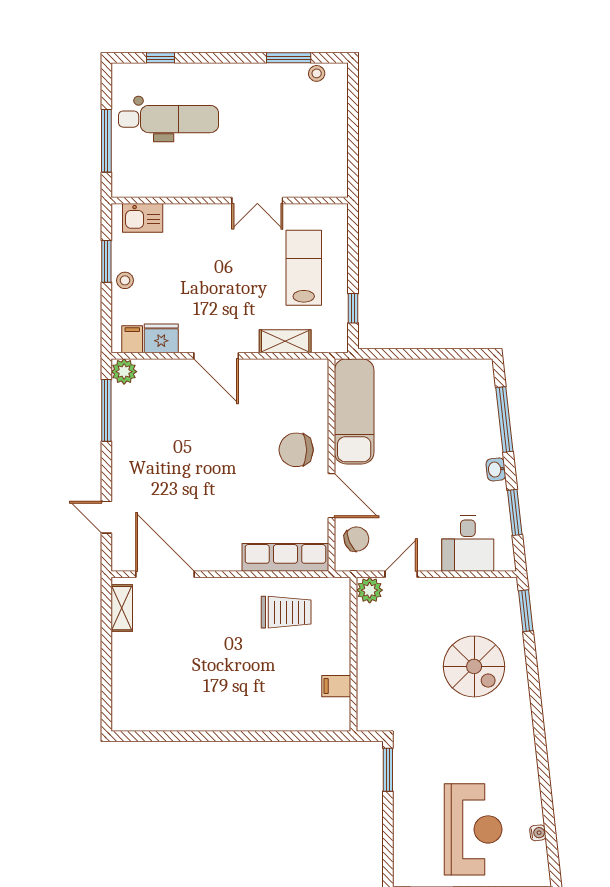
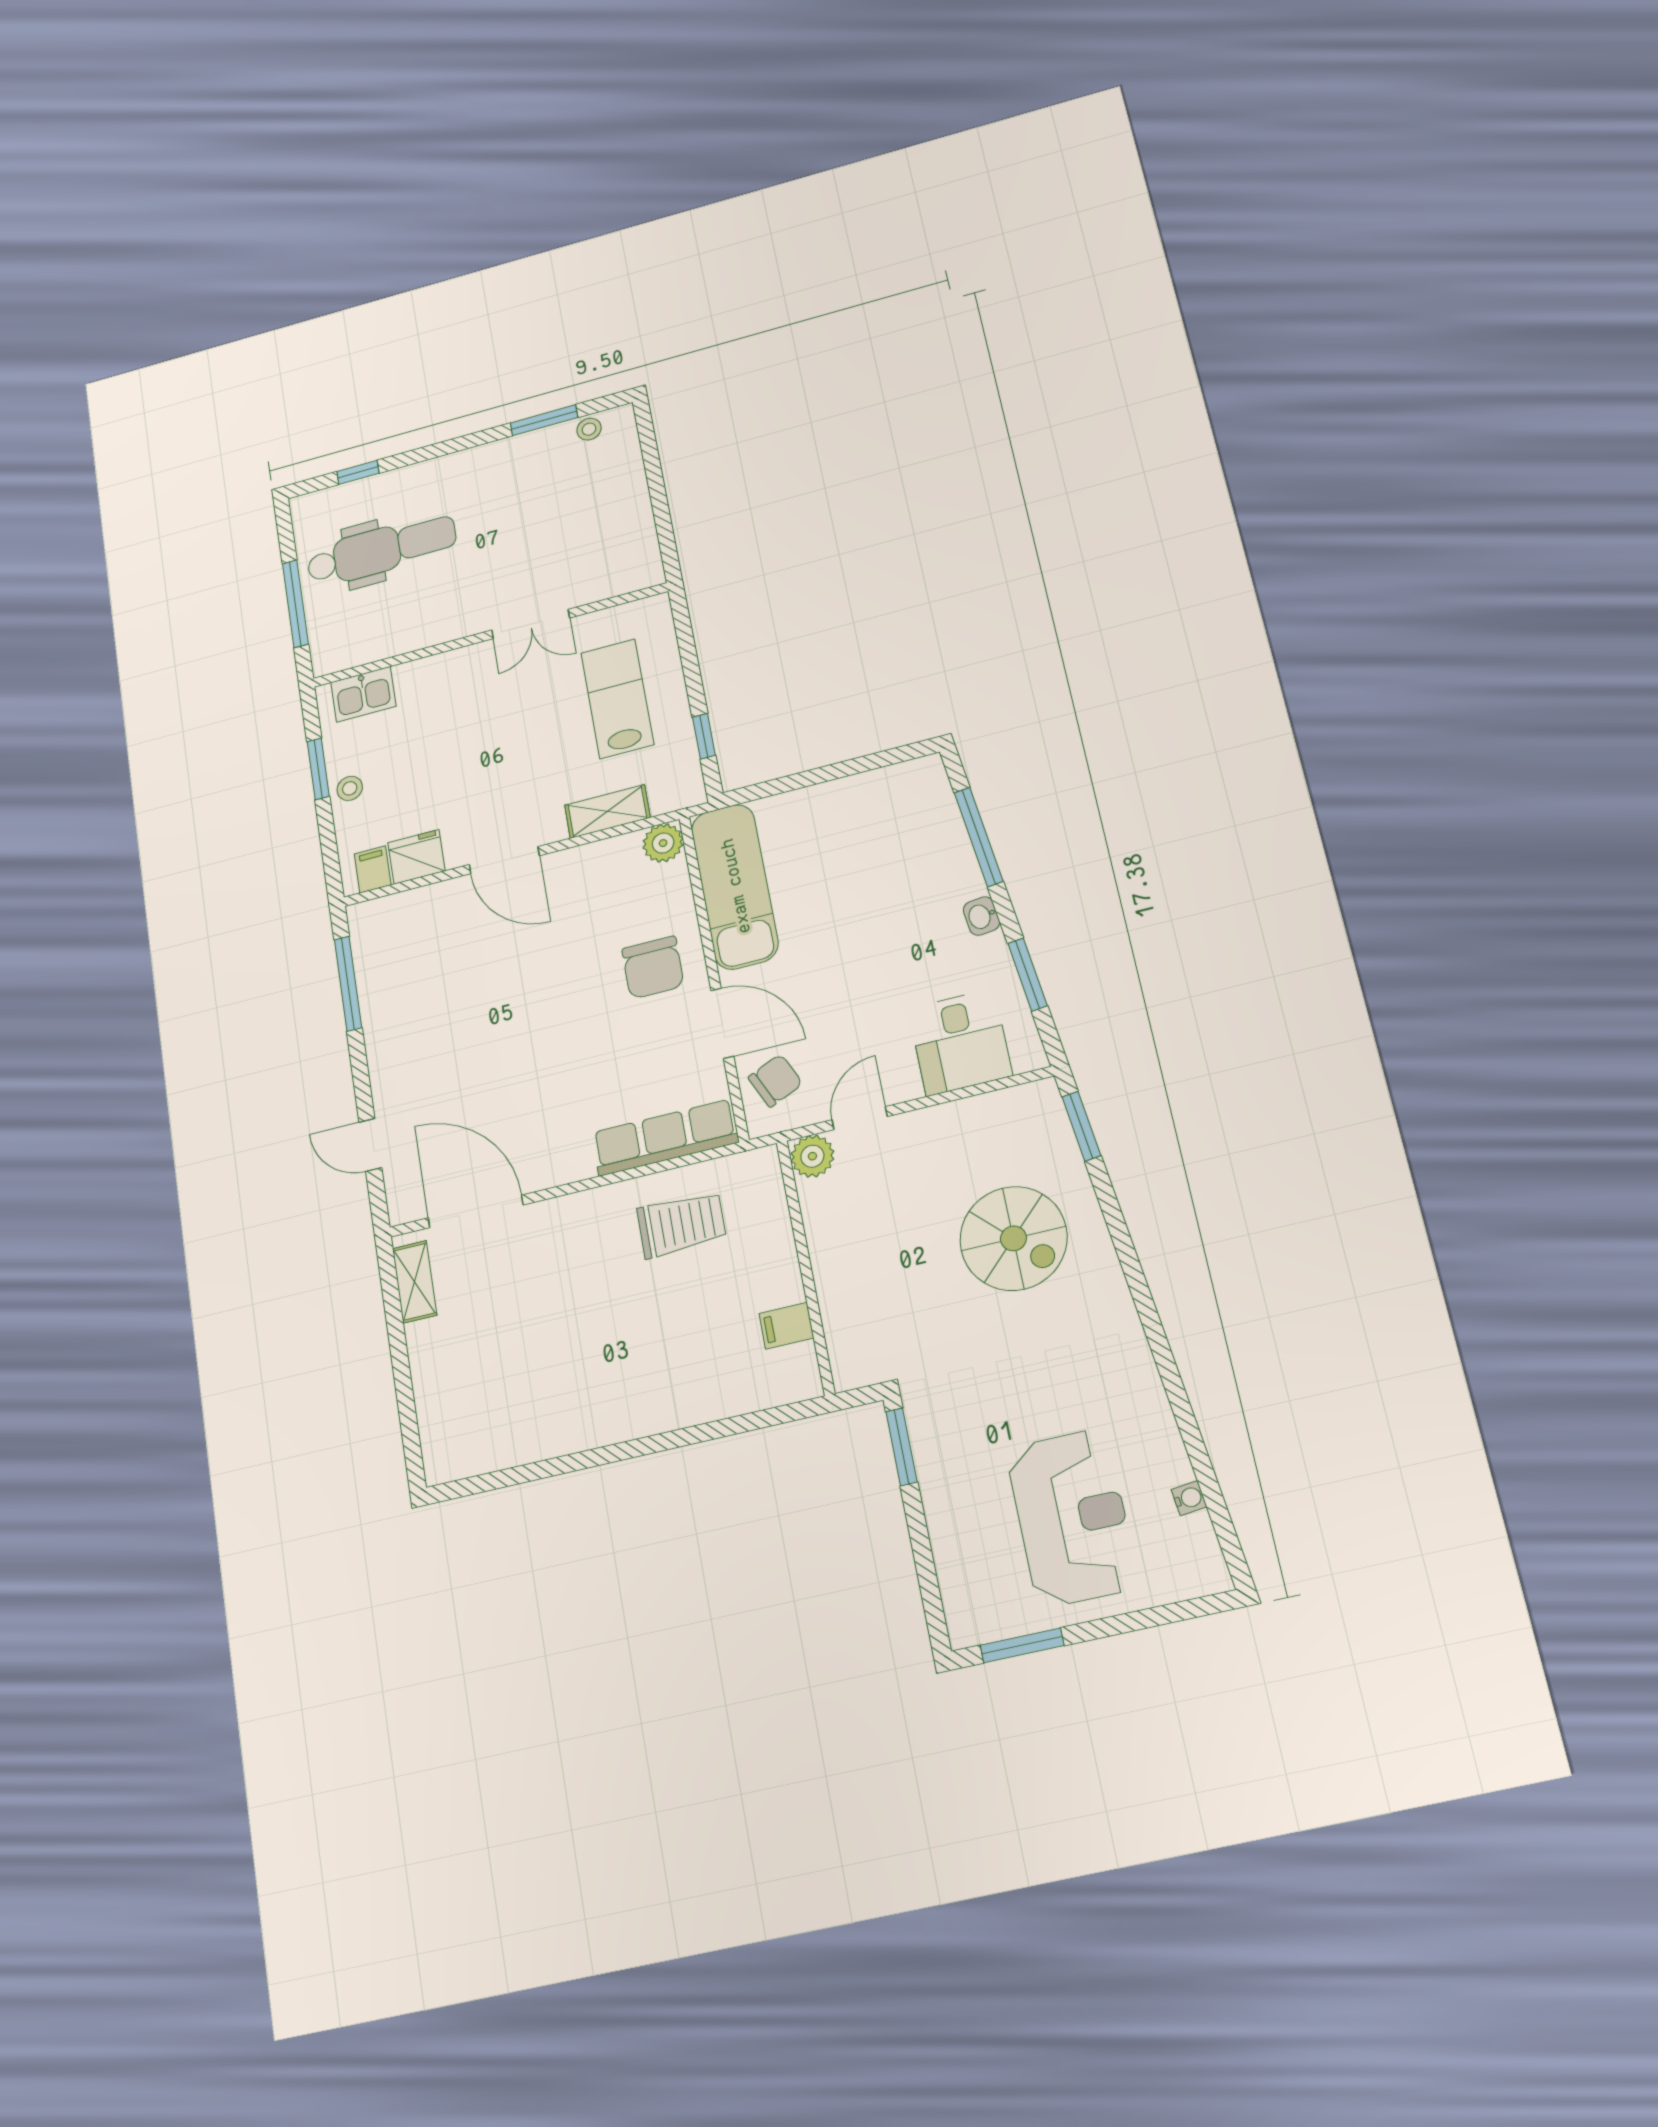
plant: (124, 372) -> (663, 843), moved
chair: (296, 450) -> (653, 967), turned -90

